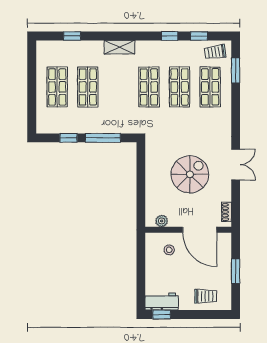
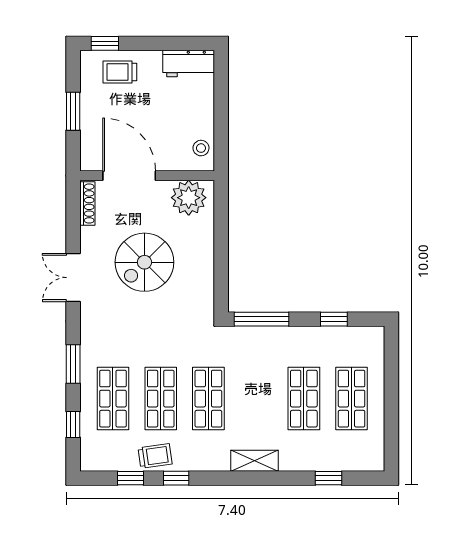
trolley: (215, 52) -> (155, 456), moved
window: (236, 70) -> (73, 424), width x0.67
window: (236, 109) -> (73, 364), added
window: (103, 138) -> (262, 319), moved
shoe rack: (226, 212) -> (87, 204), width x1.43
plant: (162, 221) -> (189, 198), width x1.87, depth x1.87
stool: (169, 250) -> (201, 148), moved
window: (162, 315) -> (105, 43), moved

